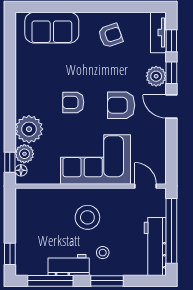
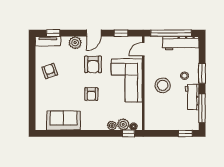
sofa: (52, 28) -> (64, 121), moved, turned -90
window: (171, 73) -> (121, 33), moved
plant: (29, 129) -> (112, 126), width x0.53, depth x0.53

